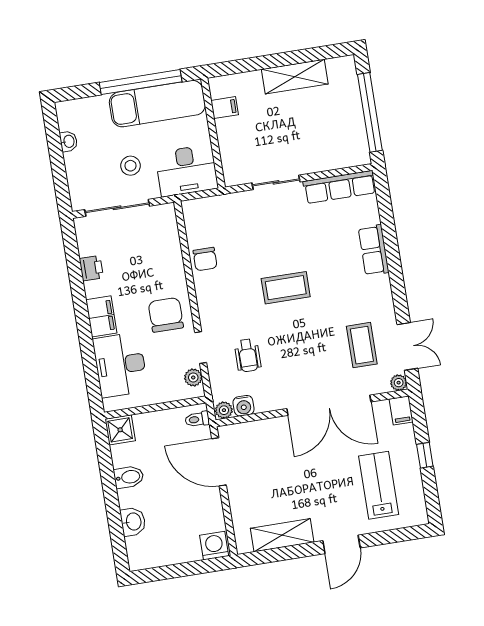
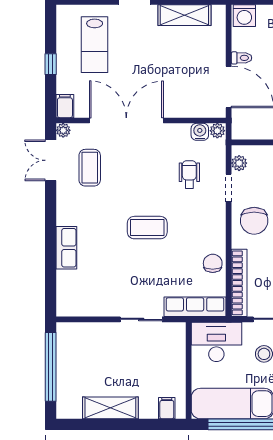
filing cabinet: (225, 108) -> (167, 408), moved, turned 90
row of seats: (340, 187) -> (195, 307), moved
bookcase: (172, 242) -> (239, 283), added
toilet: (197, 419) -> (242, 58), moved

